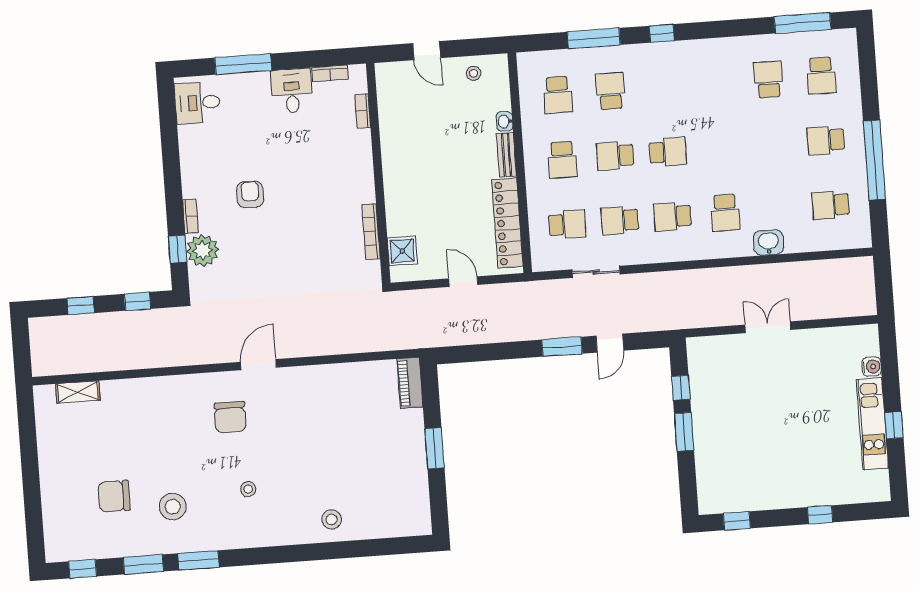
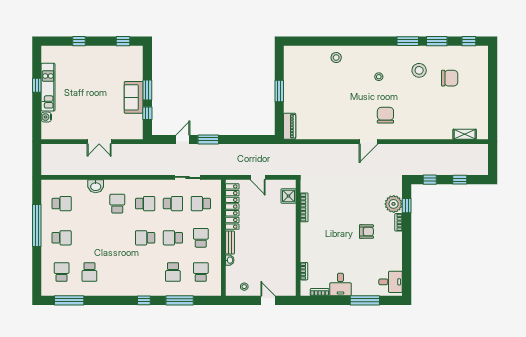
school desk: (615, 156) -> (173, 238), turned 180
armchair: (250, 194) -> (366, 232), turned -90
sofa: (709, 416) -> (134, 97), added

